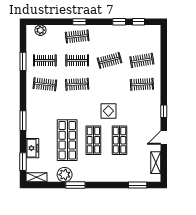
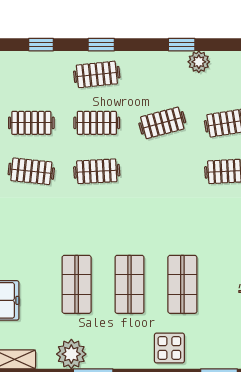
window: (138, 22) -> (41, 45), moved
plant: (41, 30) -> (199, 62), moved
display table: (108, 111) -> (169, 348), moved
shop shelf: (67, 140) -> (77, 284), width x0.70, depth x0.74

